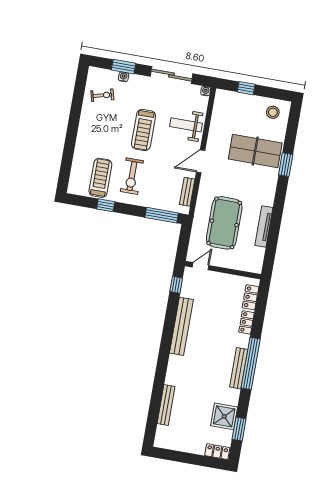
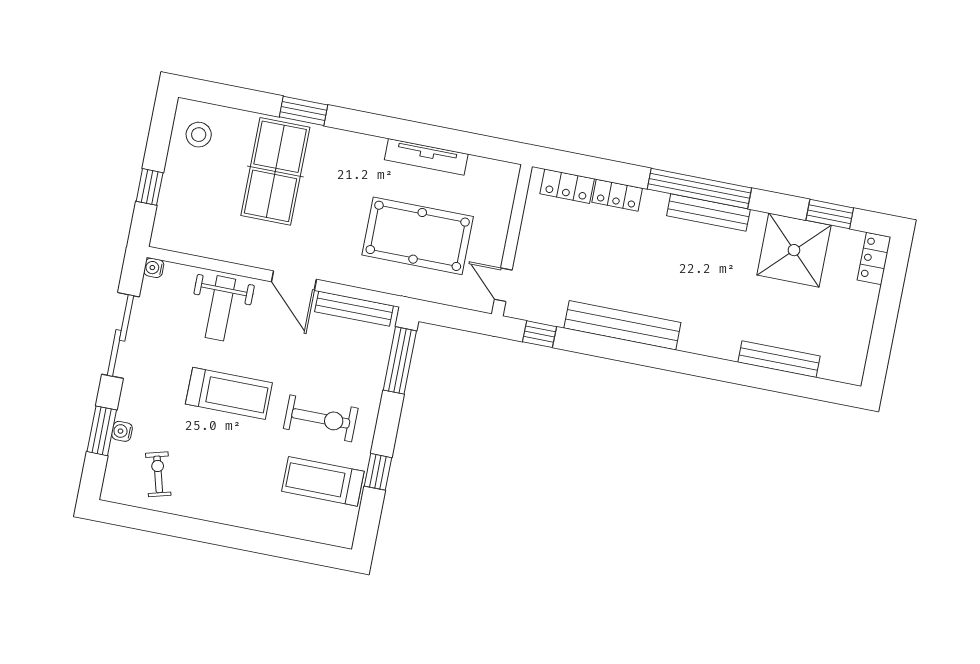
bench: (187, 192) -> (354, 309), width x1.36
shower: (224, 416) -> (794, 250), width x1.37, depth x1.37

